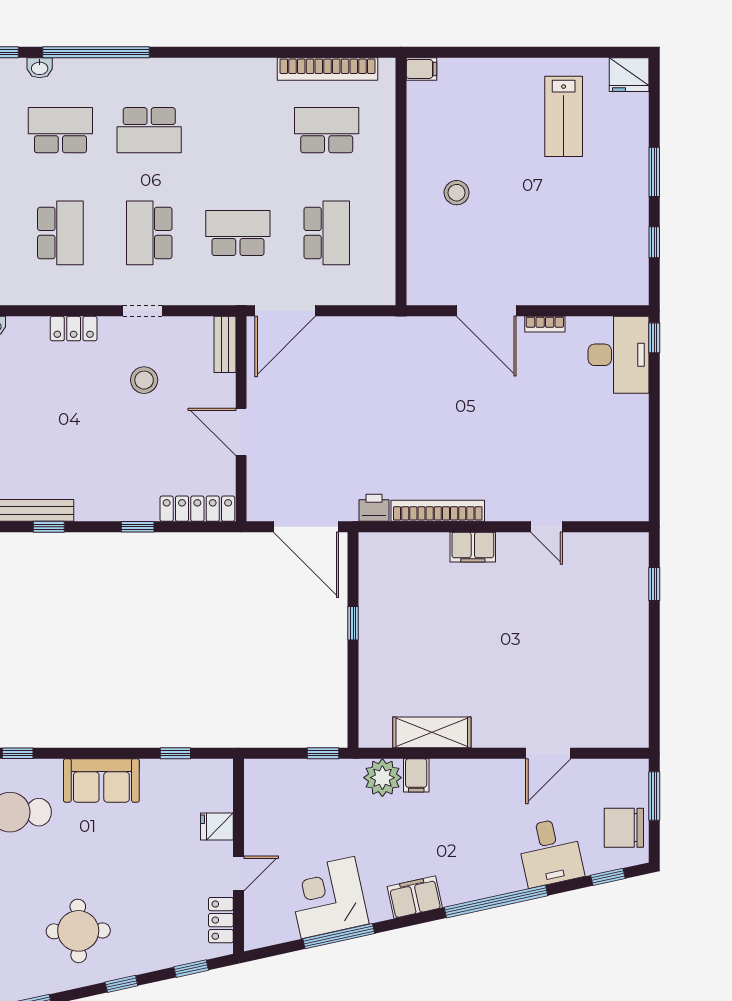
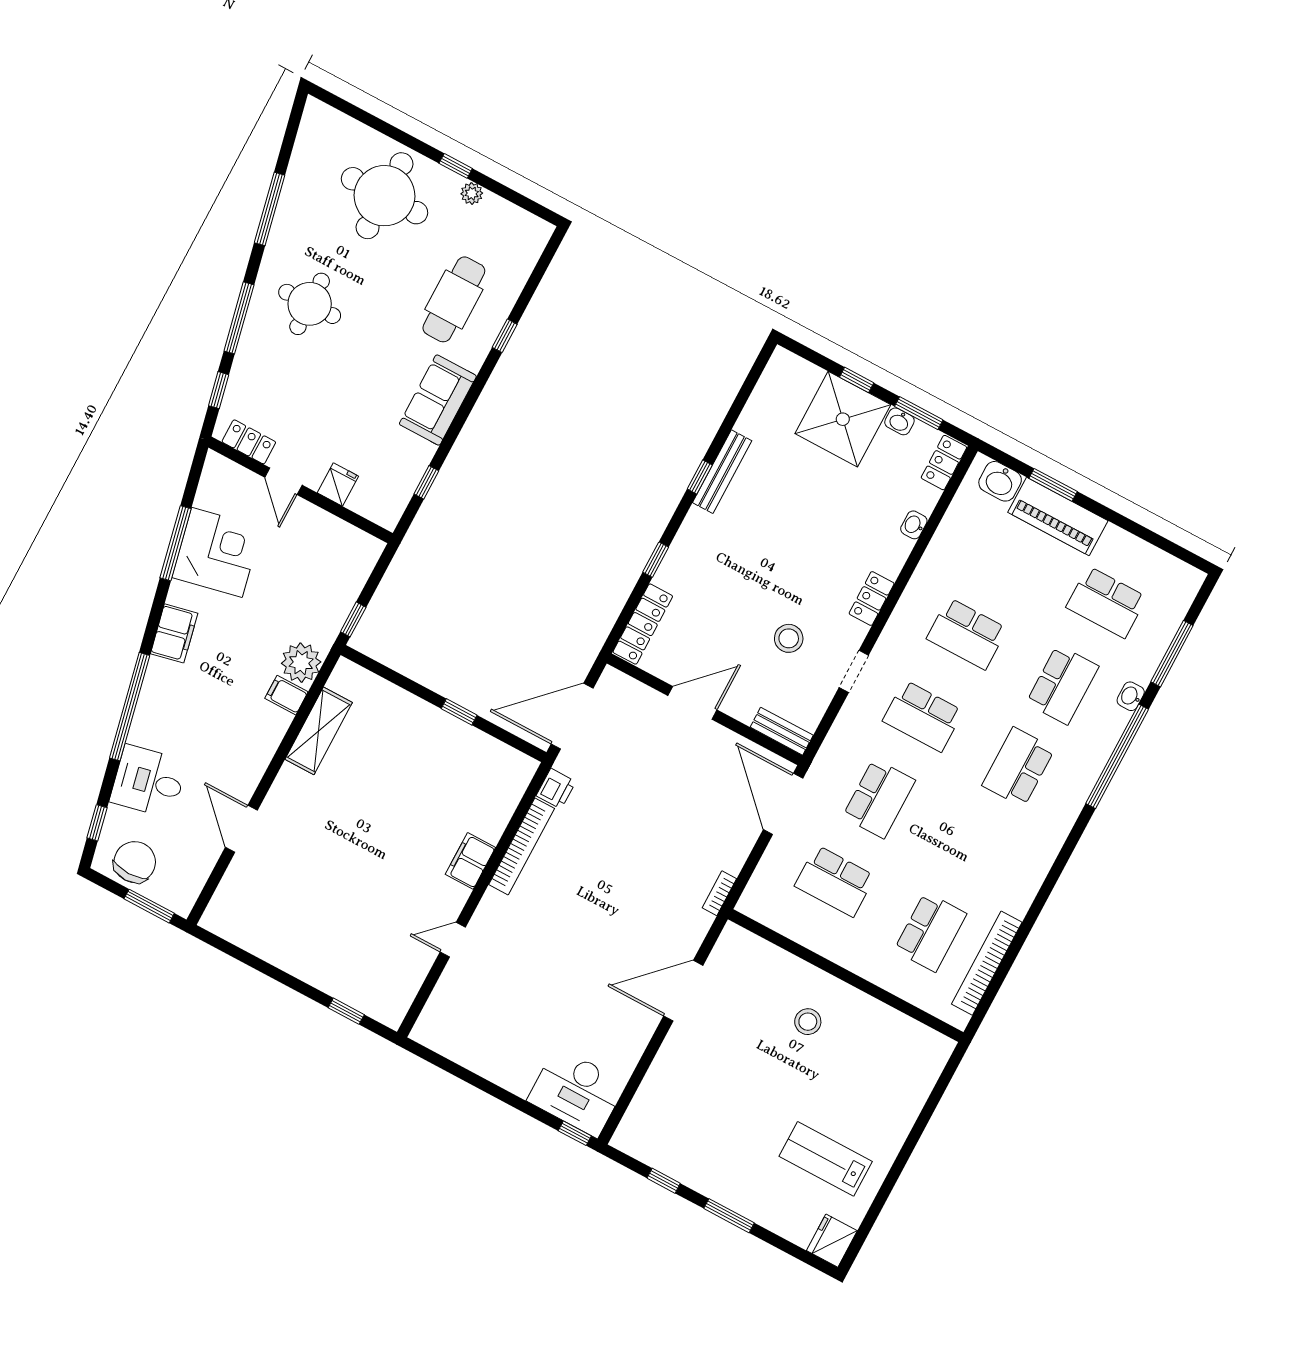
filing cabinet: (422, 69) -> (940, 1050), removed
school desk: (149, 233) -> (923, 716), turned 180
bookcase: (545, 324) -> (719, 893), moved
window: (121, 984) -> (239, 318), width x2.17

